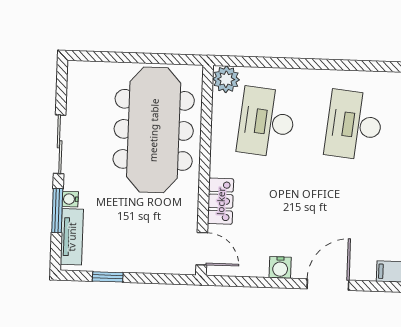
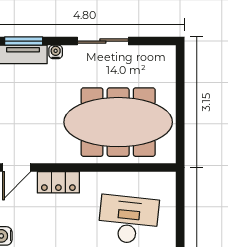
plant: (226, 79) -> (164, 183), removed
window: (57, 211) -> (24, 41), moved

